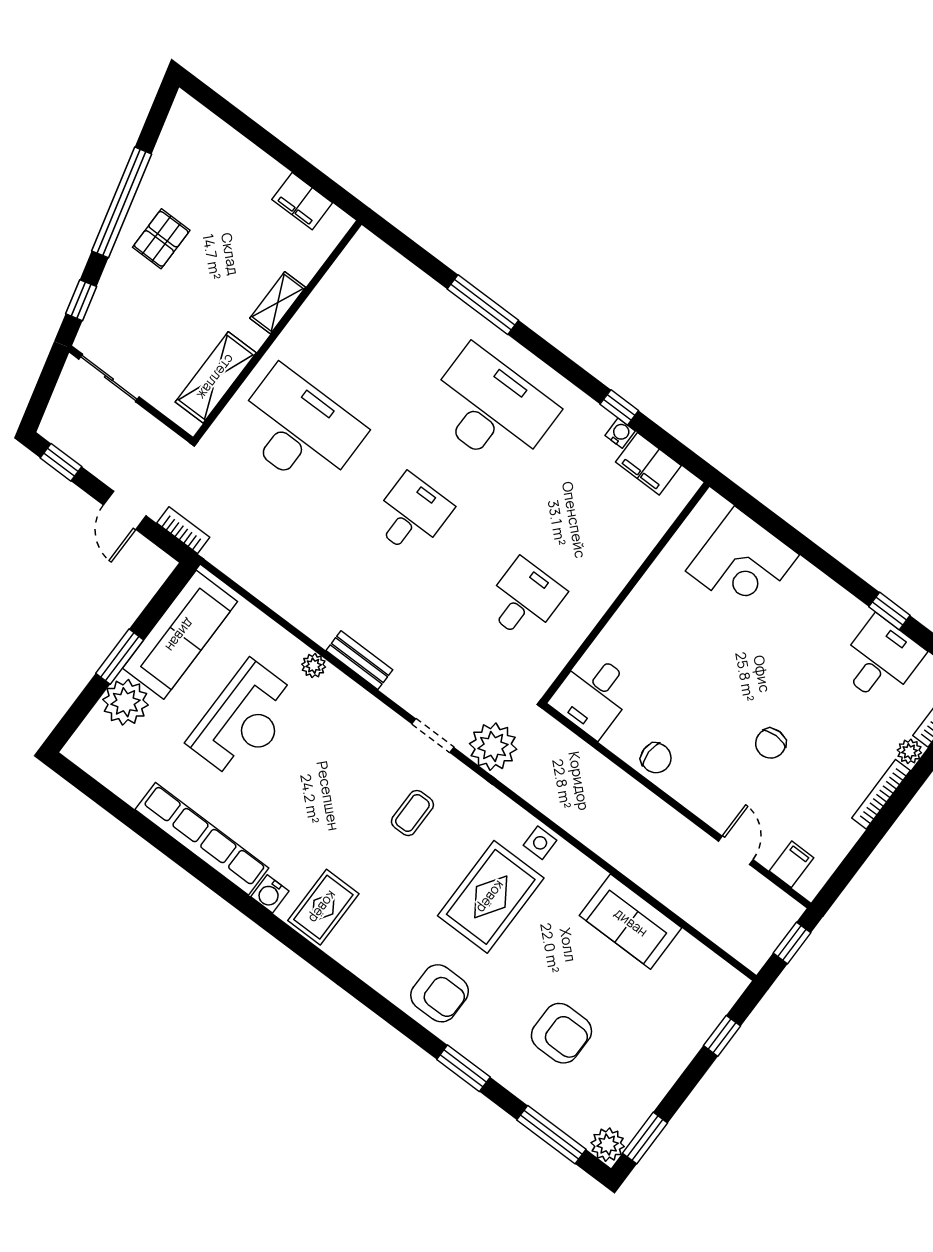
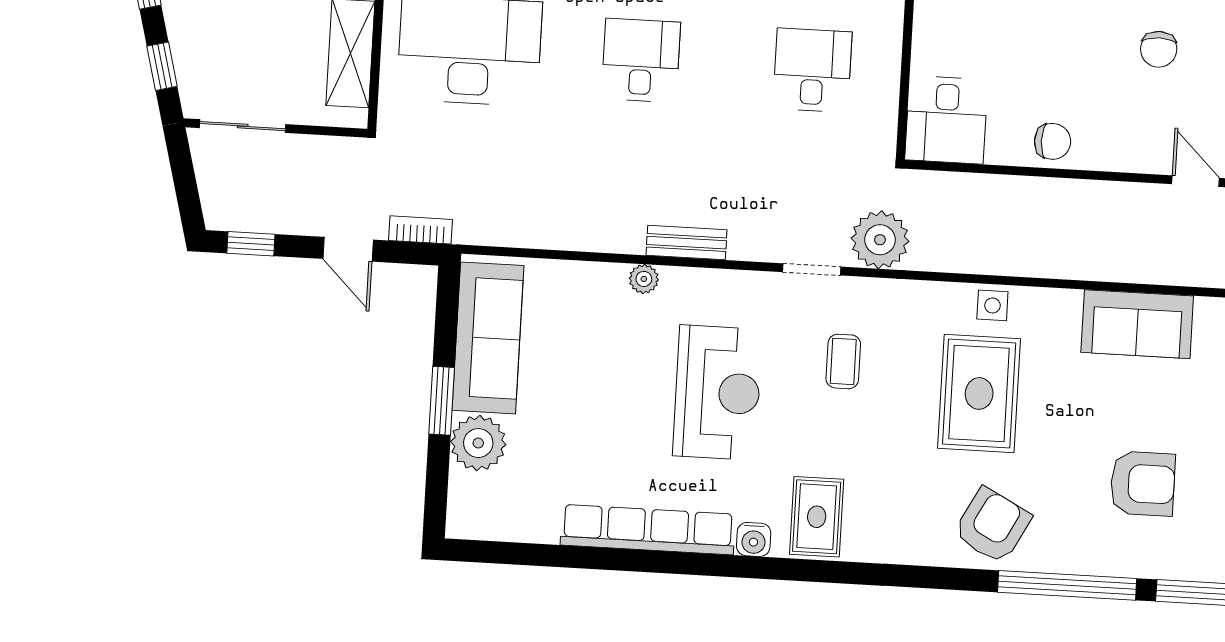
reception desk: (244, 720) -> (717, 393), moved
armchair: (440, 993) -> (992, 526), turned -62
window: (463, 1068) -> (1067, 585), width x2.11

